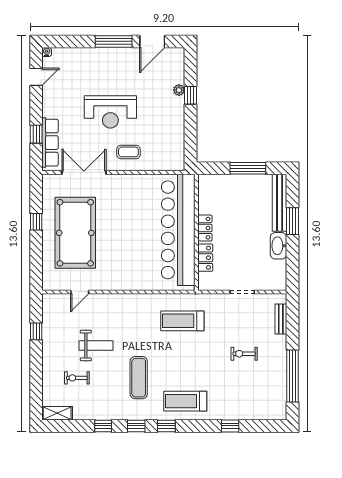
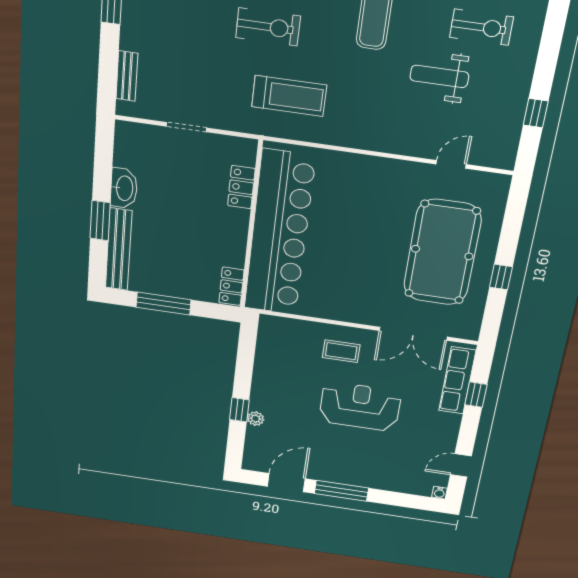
locker: (205, 228) -> (231, 286), moved
exercise bike: (244, 354) -> (268, 27), moved, width x1.38, depth x1.39
exercise bike: (77, 378) -> (481, 27), width x1.38, depth x1.39

